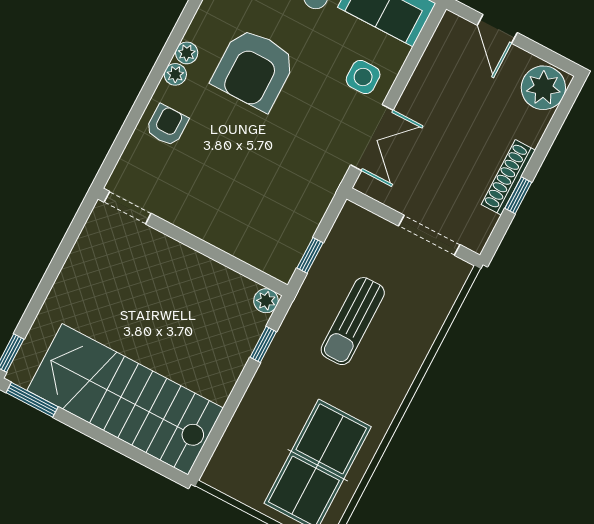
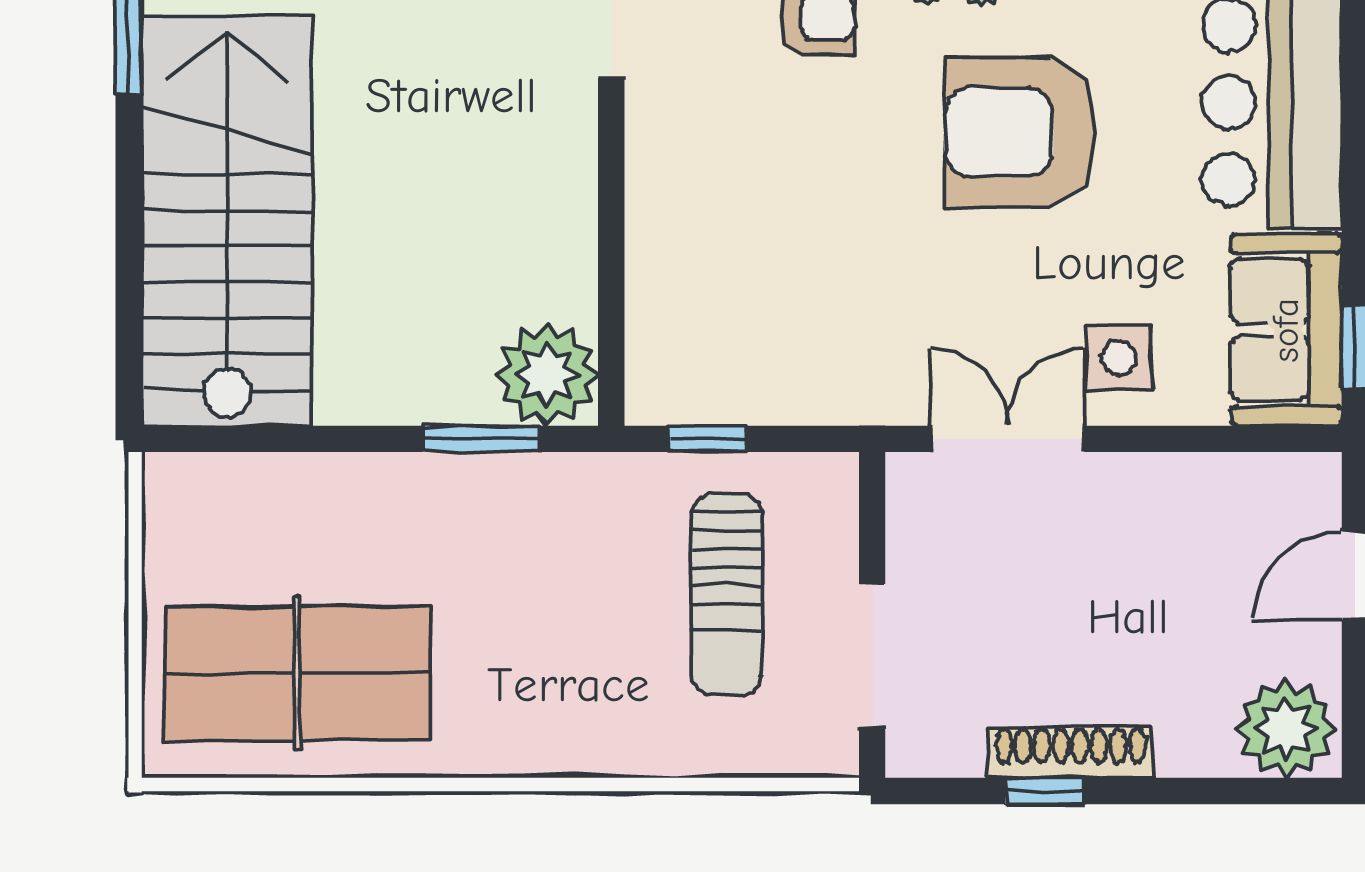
double door: (372, 138) -> (1007, 439), swing flipped
plant: (266, 301) -> (547, 375), width x1.87, depth x1.87
sun lounger: (353, 321) -> (727, 595), moved, turned -90
window: (263, 344) -> (481, 439), width x1.50

